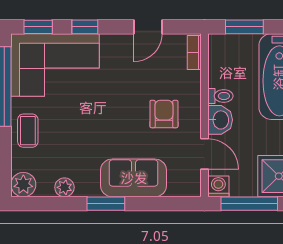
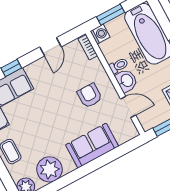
washing machine: (218, 186) -> (100, 34), moved, turned 90
plant: (64, 187) -> (49, 169), width x1.88, depth x1.88
window: (106, 204) -> (83, 171), removed

